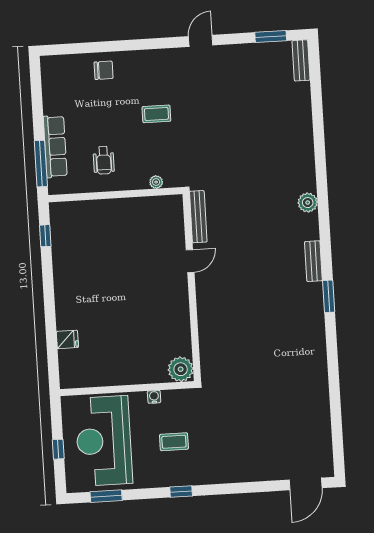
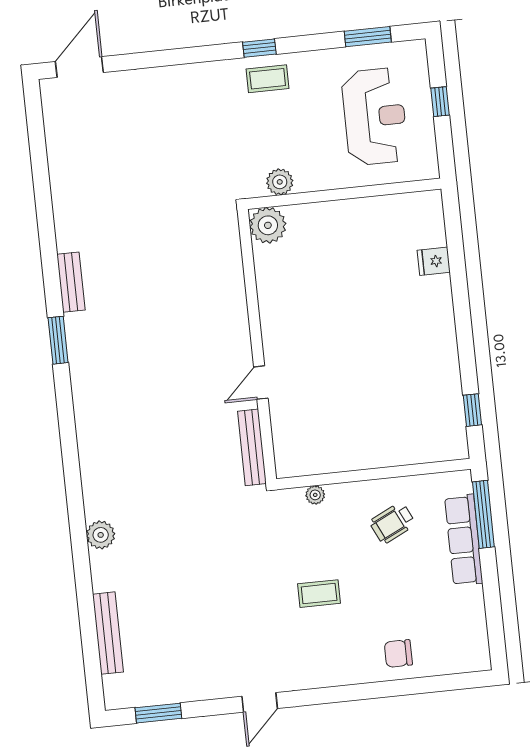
bench: (301, 60) -> (108, 633), moved, width x1.36
wheelchair: (104, 160) -> (392, 523), turned -116
plant: (308, 203) -> (101, 535), moved
bench: (313, 261) -> (71, 282), moved
water cooler: (154, 397) -> (305, 184), removed
plant: (171, 399) -> (280, 182), added
reception desk: (104, 441) -> (375, 117), width x0.74, depth x0.77
coffee table: (174, 442) -> (268, 79), moved

